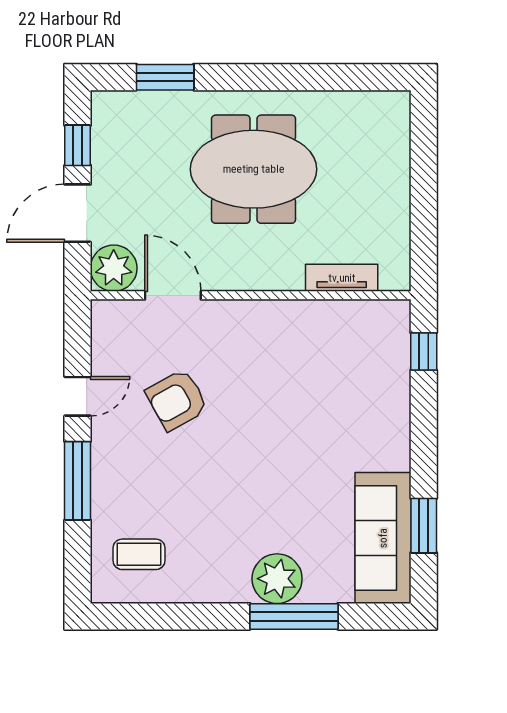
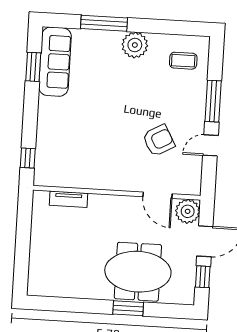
window: (165, 77) -> (128, 308), moved
meeting table: (254, 169) -> (138, 272), moved
plant: (277, 579) -> (135, 45), moved

